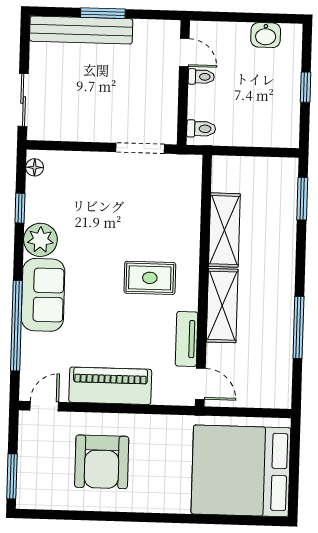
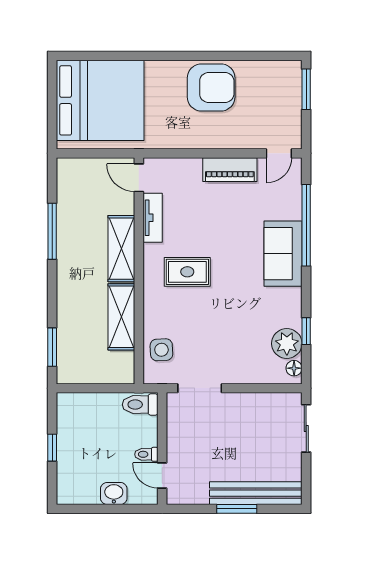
washbasin: (266, 35) -> (114, 494), moved
toilet: (201, 129) -> (140, 405), width x1.37, depth x1.39
side table: (181, 192) -> (161, 350), added
plant: (40, 240) -> (287, 344), moved
piano: (110, 386) -> (230, 170), width x0.73, depth x0.75
armchair: (102, 462) -> (211, 87), moved, turned 90

